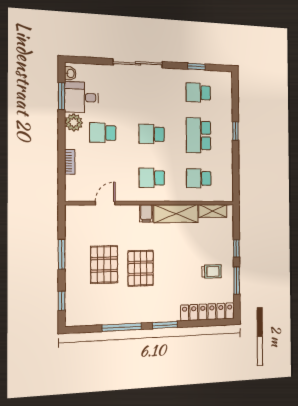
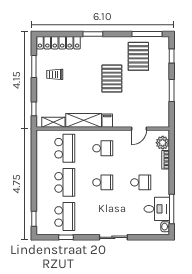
sliding door: (138, 63) -> (113, 237), width x0.73
school desk: (198, 93) -> (65, 216), width x1.85
window: (61, 96) -> (172, 209), width x1.44
plant: (74, 122) -> (163, 143), moved
window: (235, 131) -> (34, 219), moved
school desk: (199, 178) -> (65, 148), width x1.85
window: (236, 248) -> (34, 109), moved
pallet: (104, 265) -> (138, 56), moved
window: (122, 327) -> (147, 34), moved

